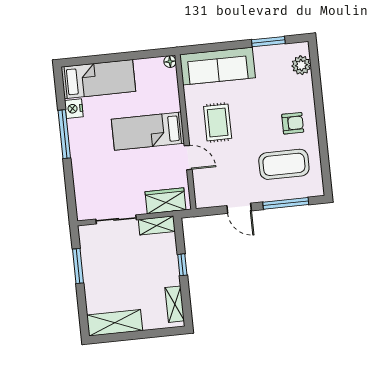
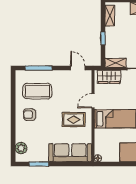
rug: (218, 122) -> (74, 120), turned 90
door: (188, 158) -> (93, 101), hinge flipped
door: (239, 208) -> (78, 68), moved

